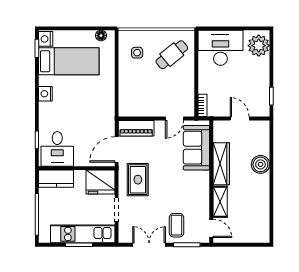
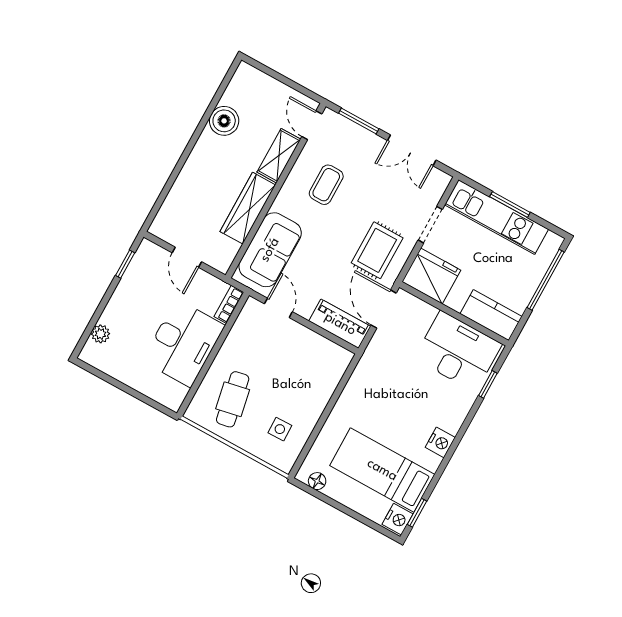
plant: (259, 46) -> (101, 334), width x0.53, depth x0.53
desk: (220, 48) -> (183, 343), moved, turned -90
cafe table: (172, 55) -> (233, 399), turned -62
door: (174, 119) -> (278, 308), hinge flipped
desk: (57, 149) -> (458, 351), width x1.37
door: (117, 150) -> (384, 309), swing flipped
boiler: (260, 164) -> (224, 121), moved
coffee table: (176, 225) -> (326, 185), moved

